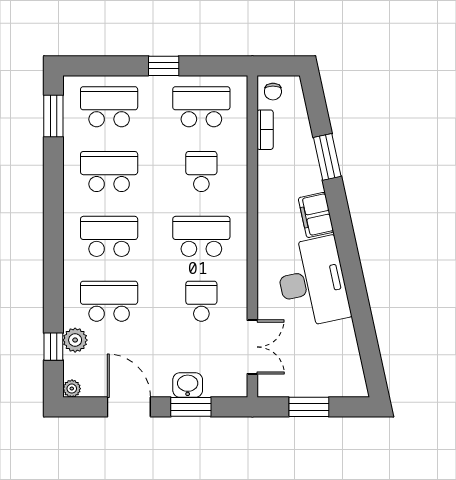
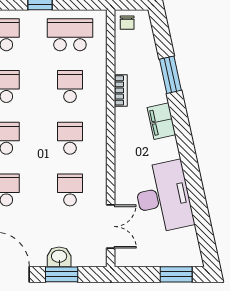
bookcase: (265, 130) -> (121, 90), moved
school desk: (201, 236) -> (70, 138), width x0.54
desk: (312, 282) -> (163, 197), moved
window: (309, 407) -> (176, 274), moved

